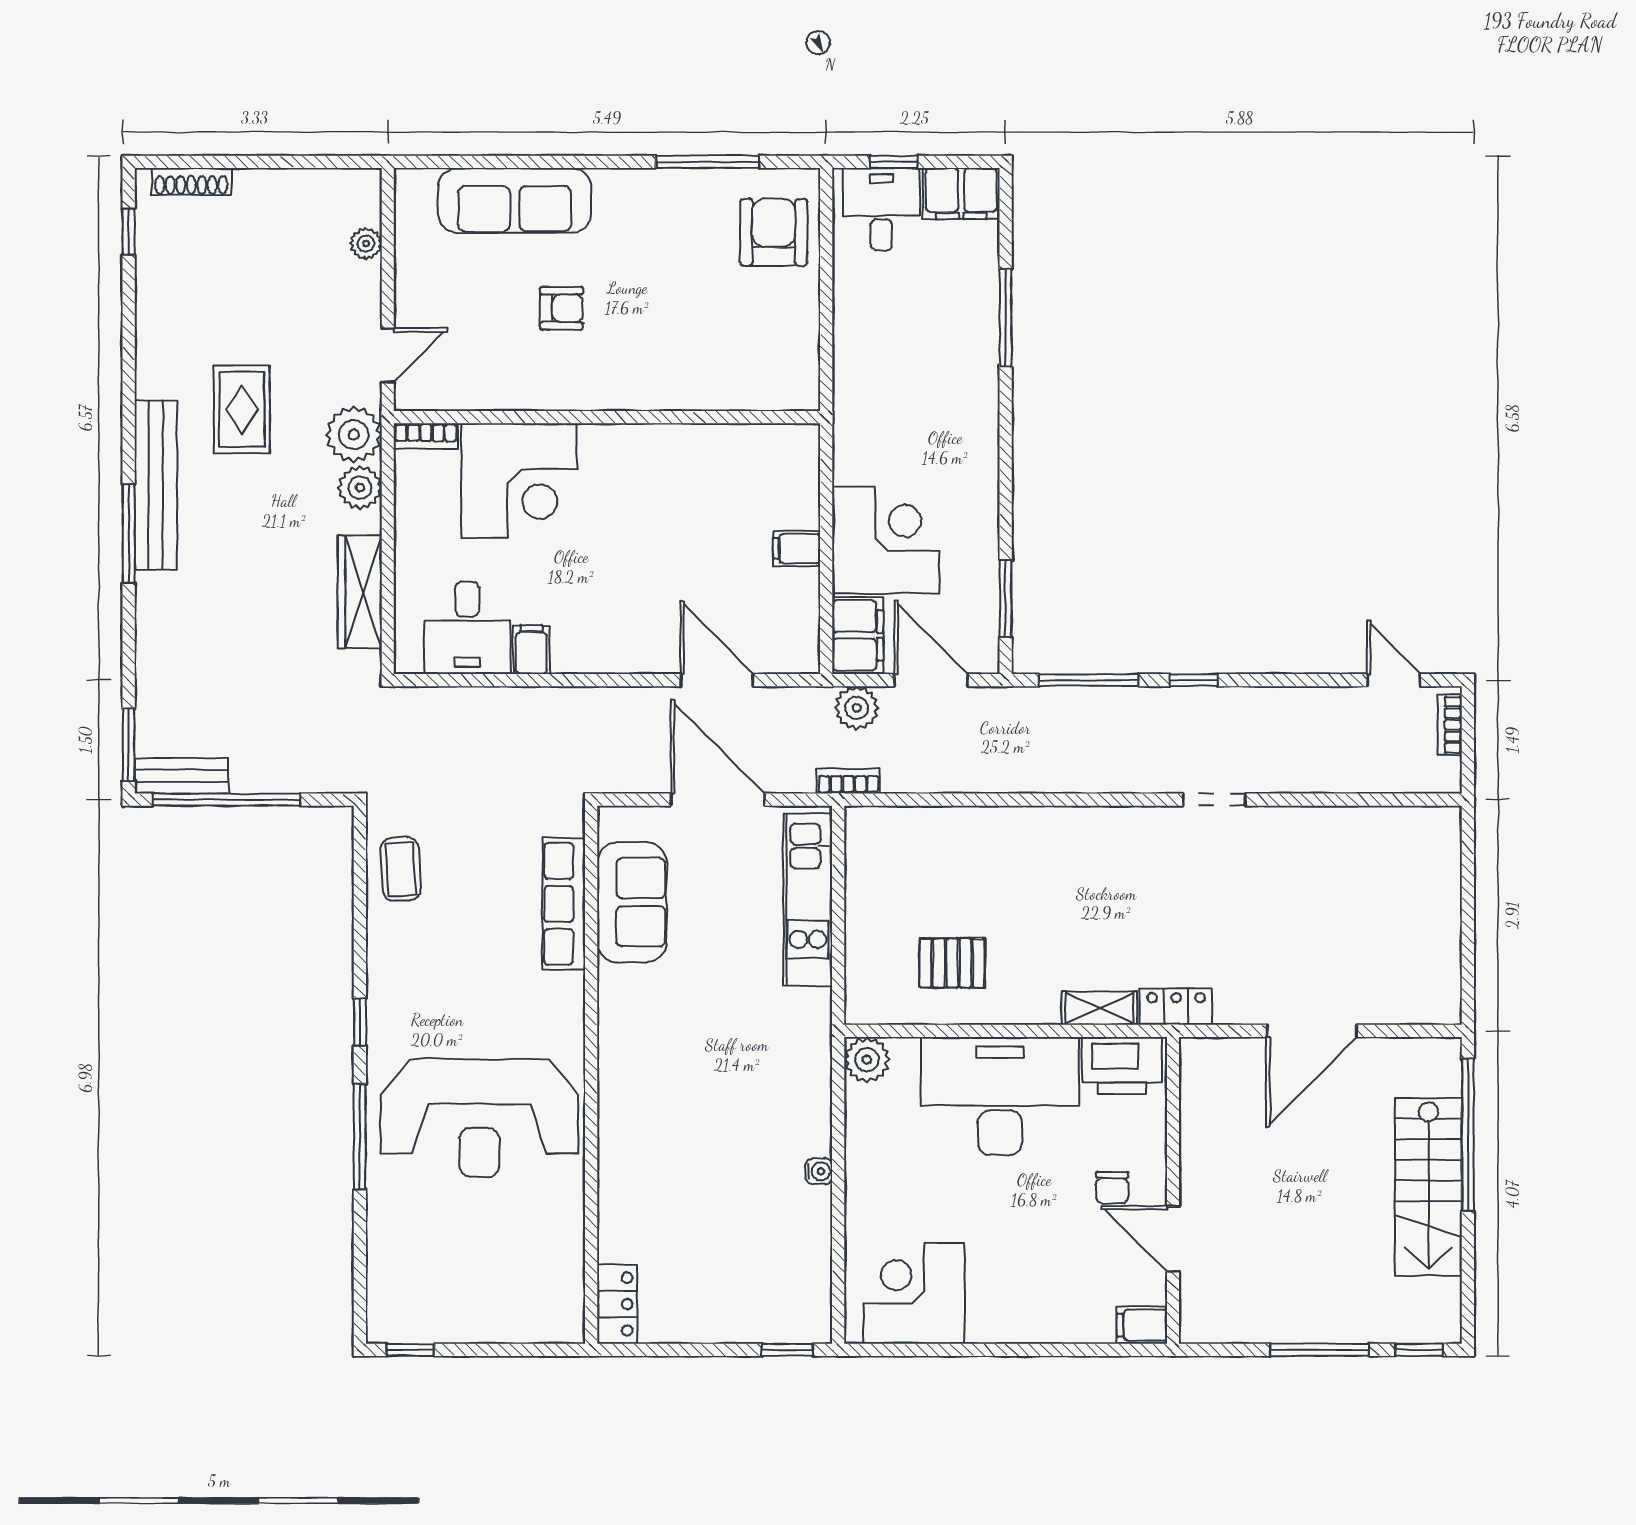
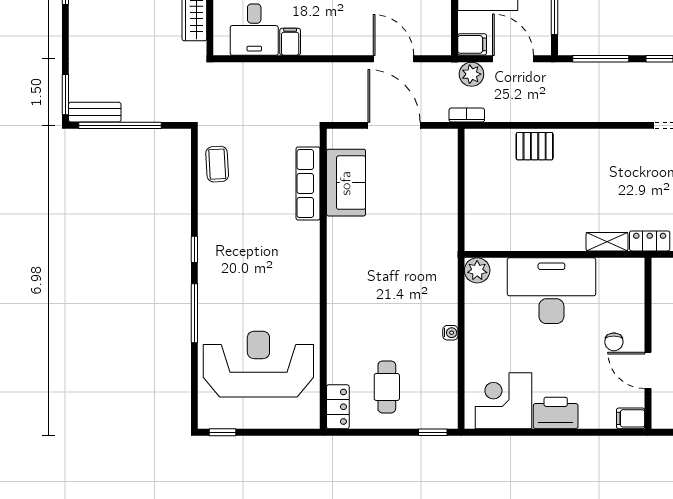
filing cabinet: (858, 635) -> (472, 44), width x0.50
kitchen unit: (808, 900) -> (444, 181), removed
pallet: (952, 963) -> (535, 146), moved
printer: (1122, 1065) -> (556, 413), moved, turned 180
reception desk: (480, 1118) -> (258, 364), moved, turned 180
cafe table: (705, 1269) -> (387, 387), added

